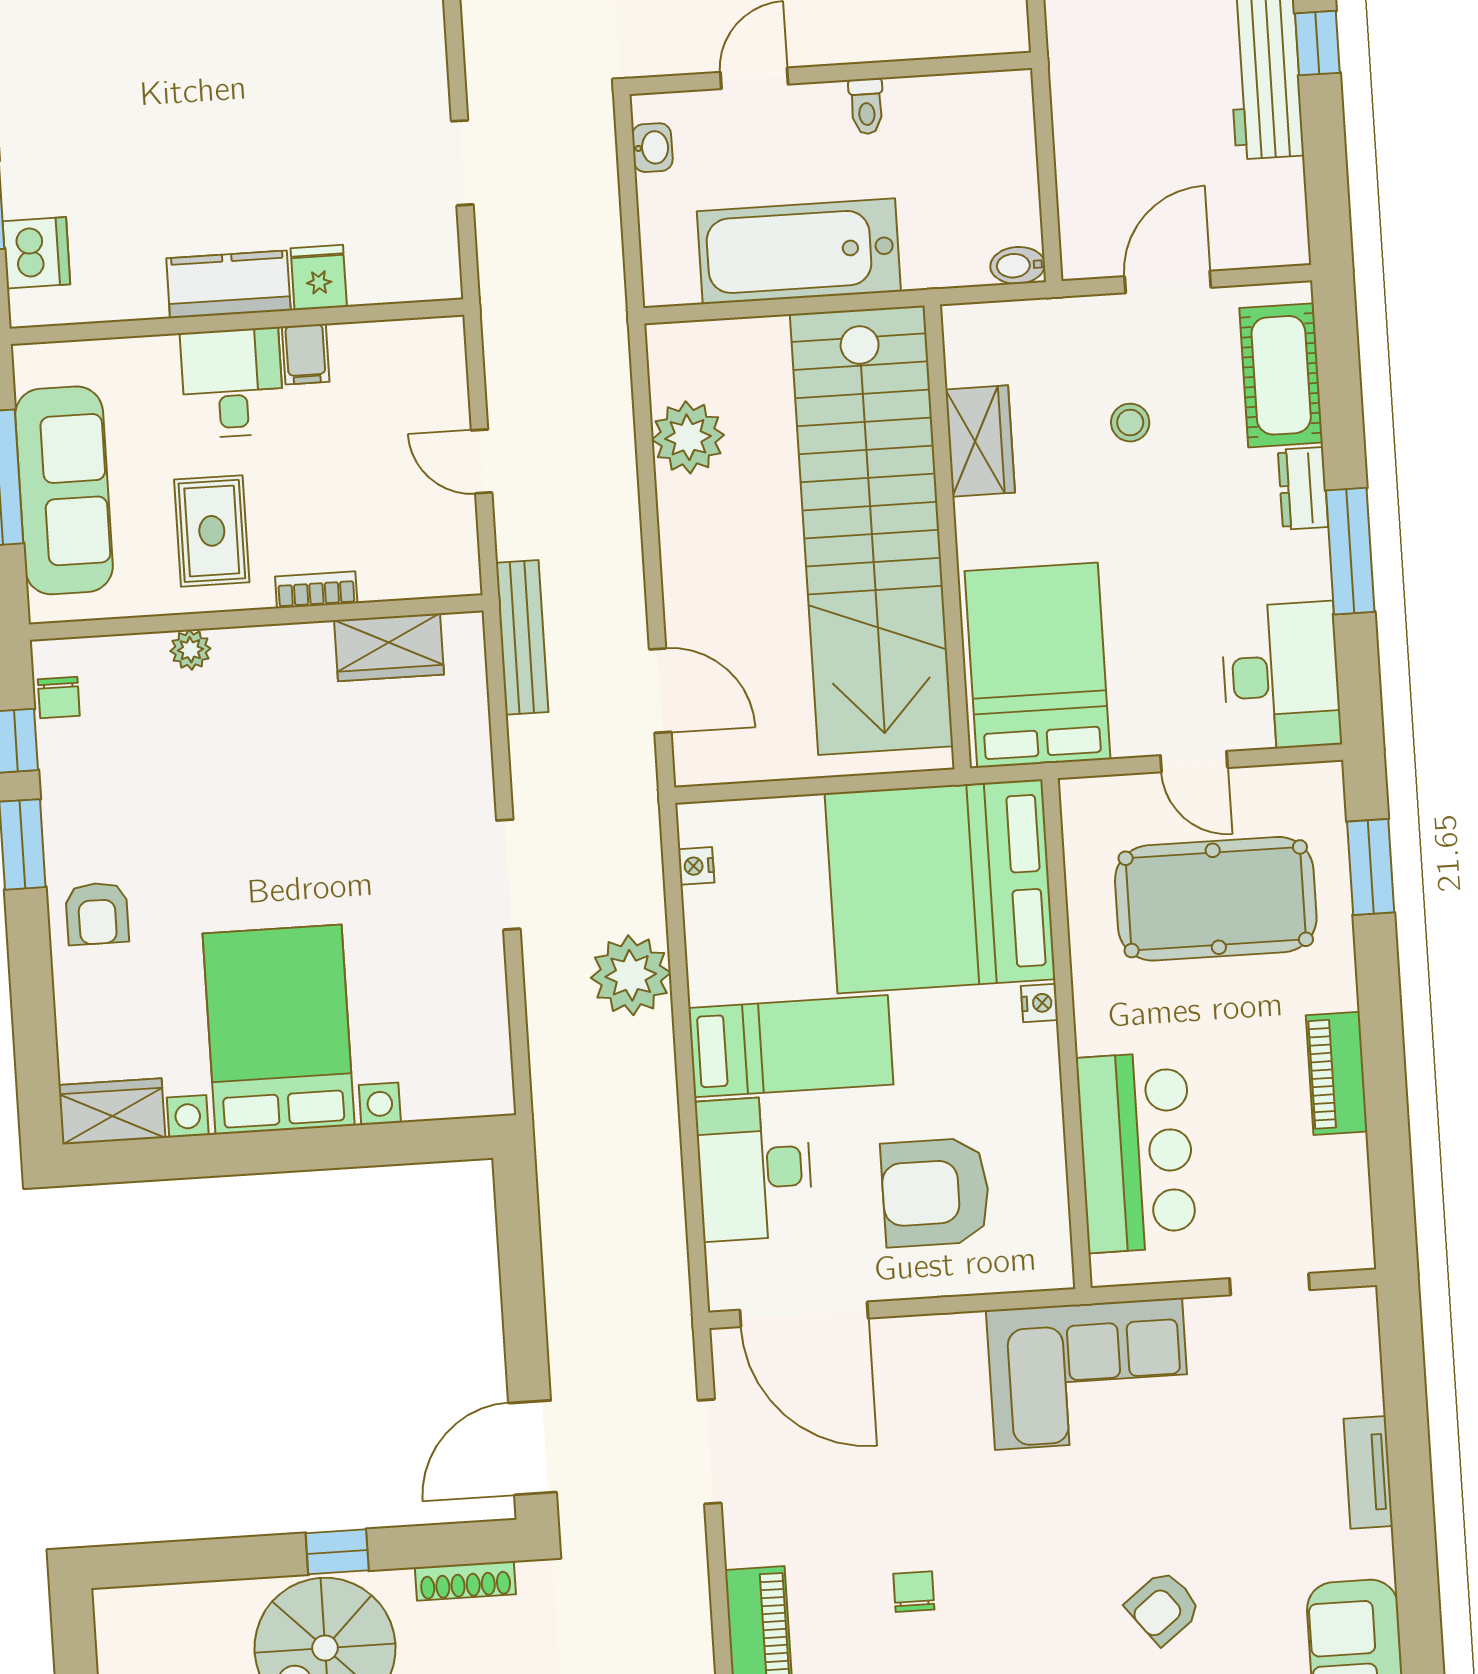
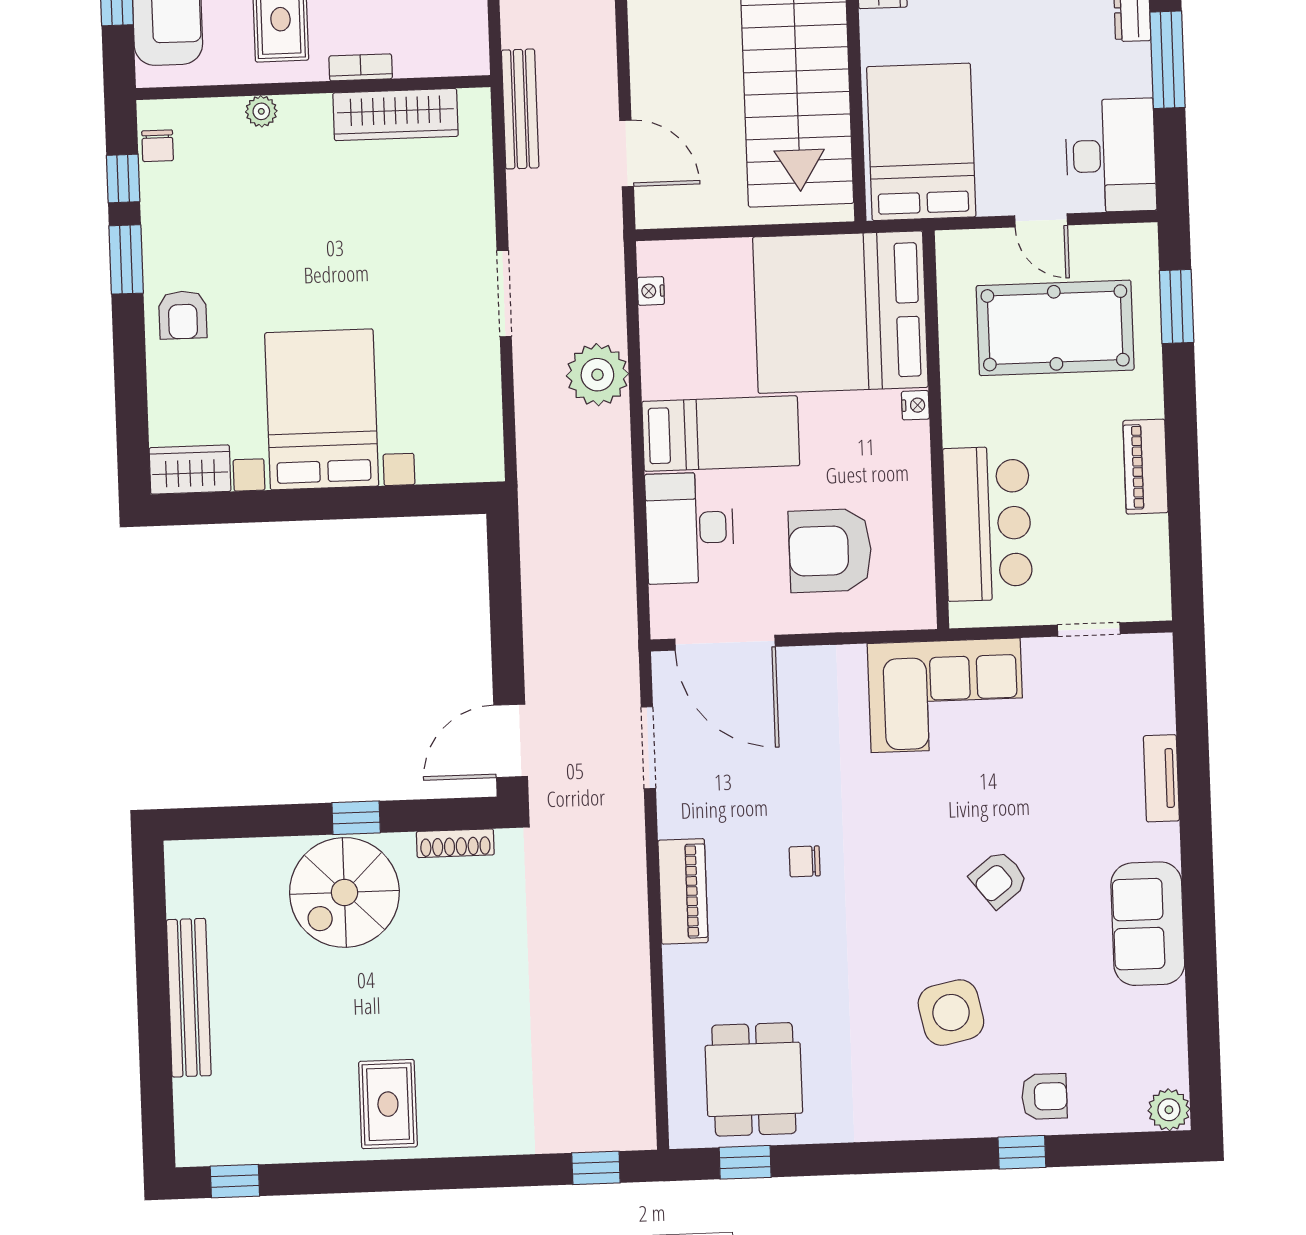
wardrobe: (389, 647) -> (396, 115), width x1.50
chair: (914, 1592) -> (805, 861), turned -90

